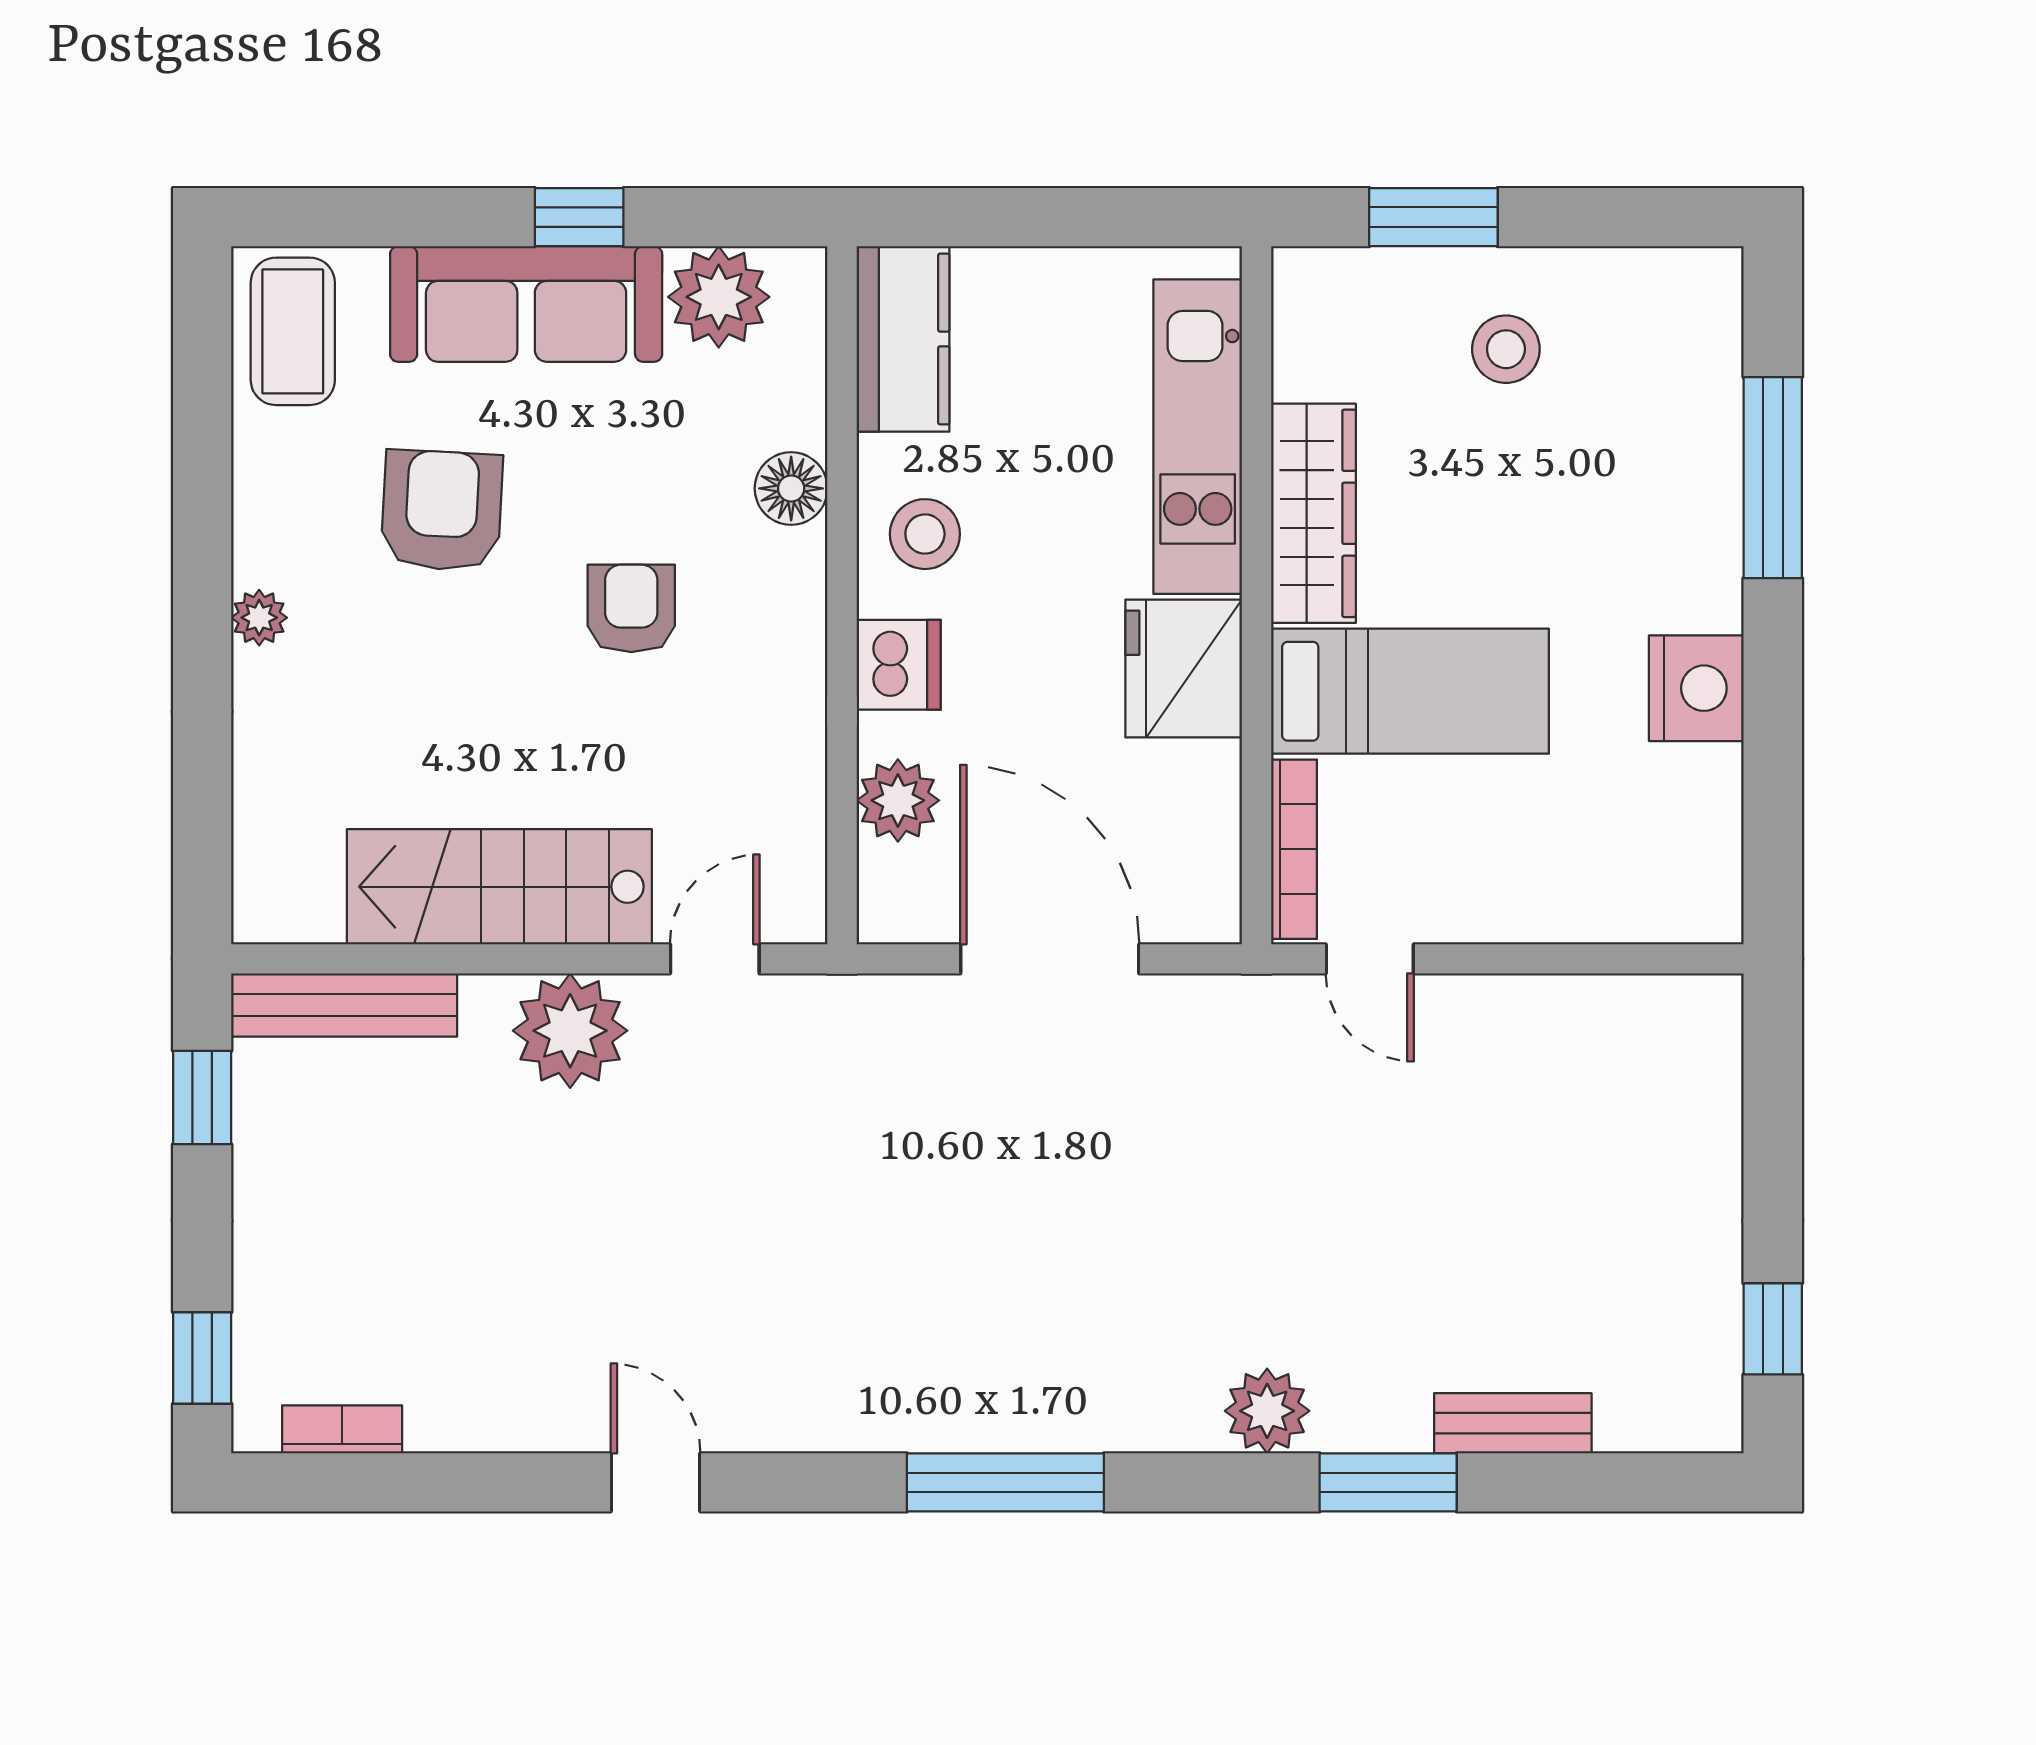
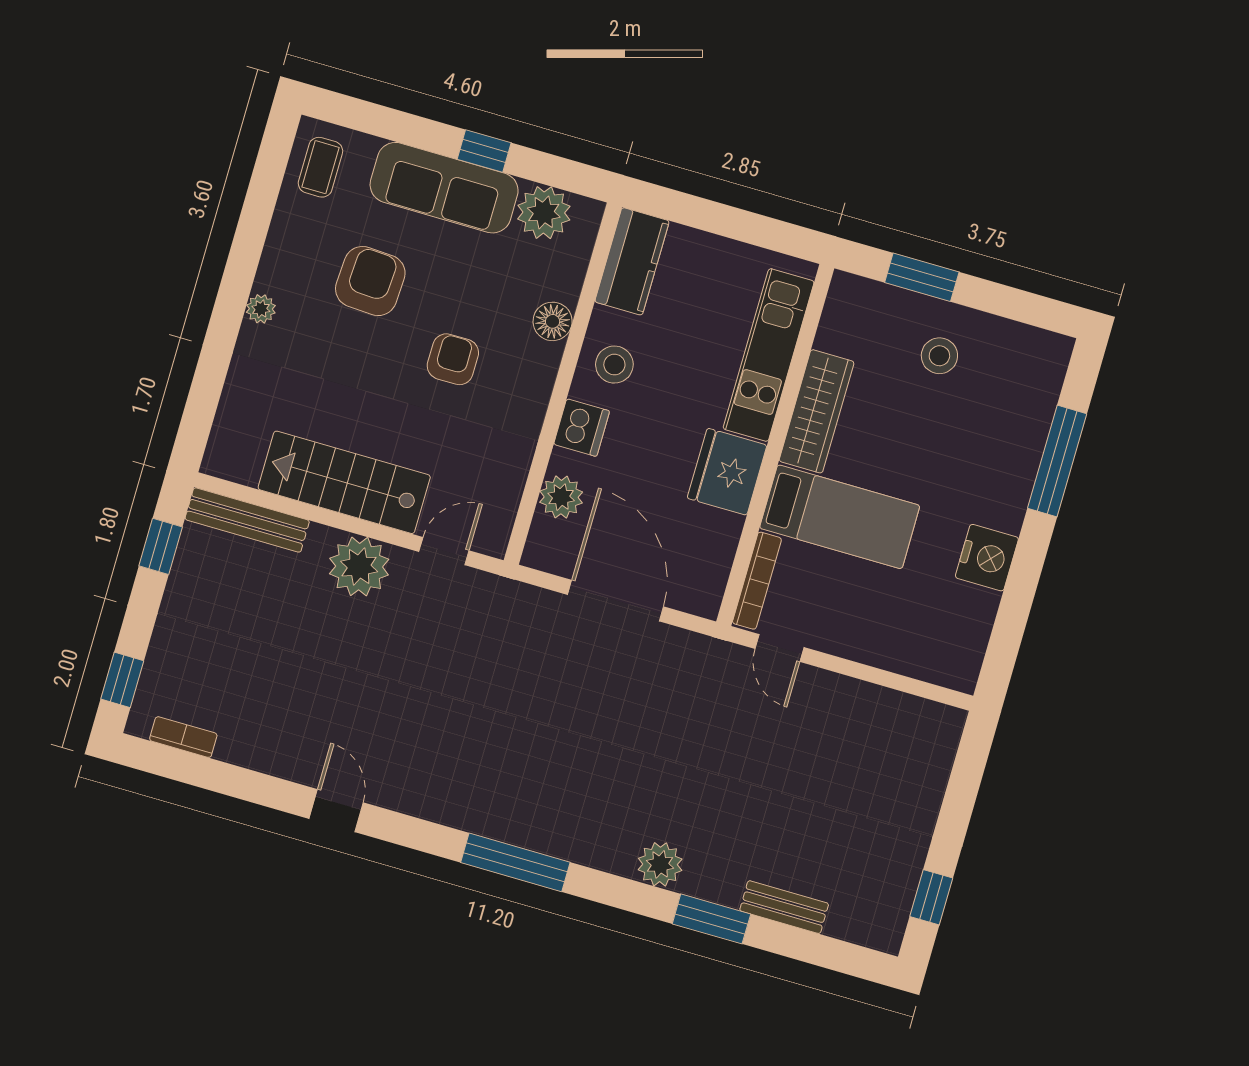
coffee table: (293, 331) -> (320, 167), width x0.73, depth x0.77

